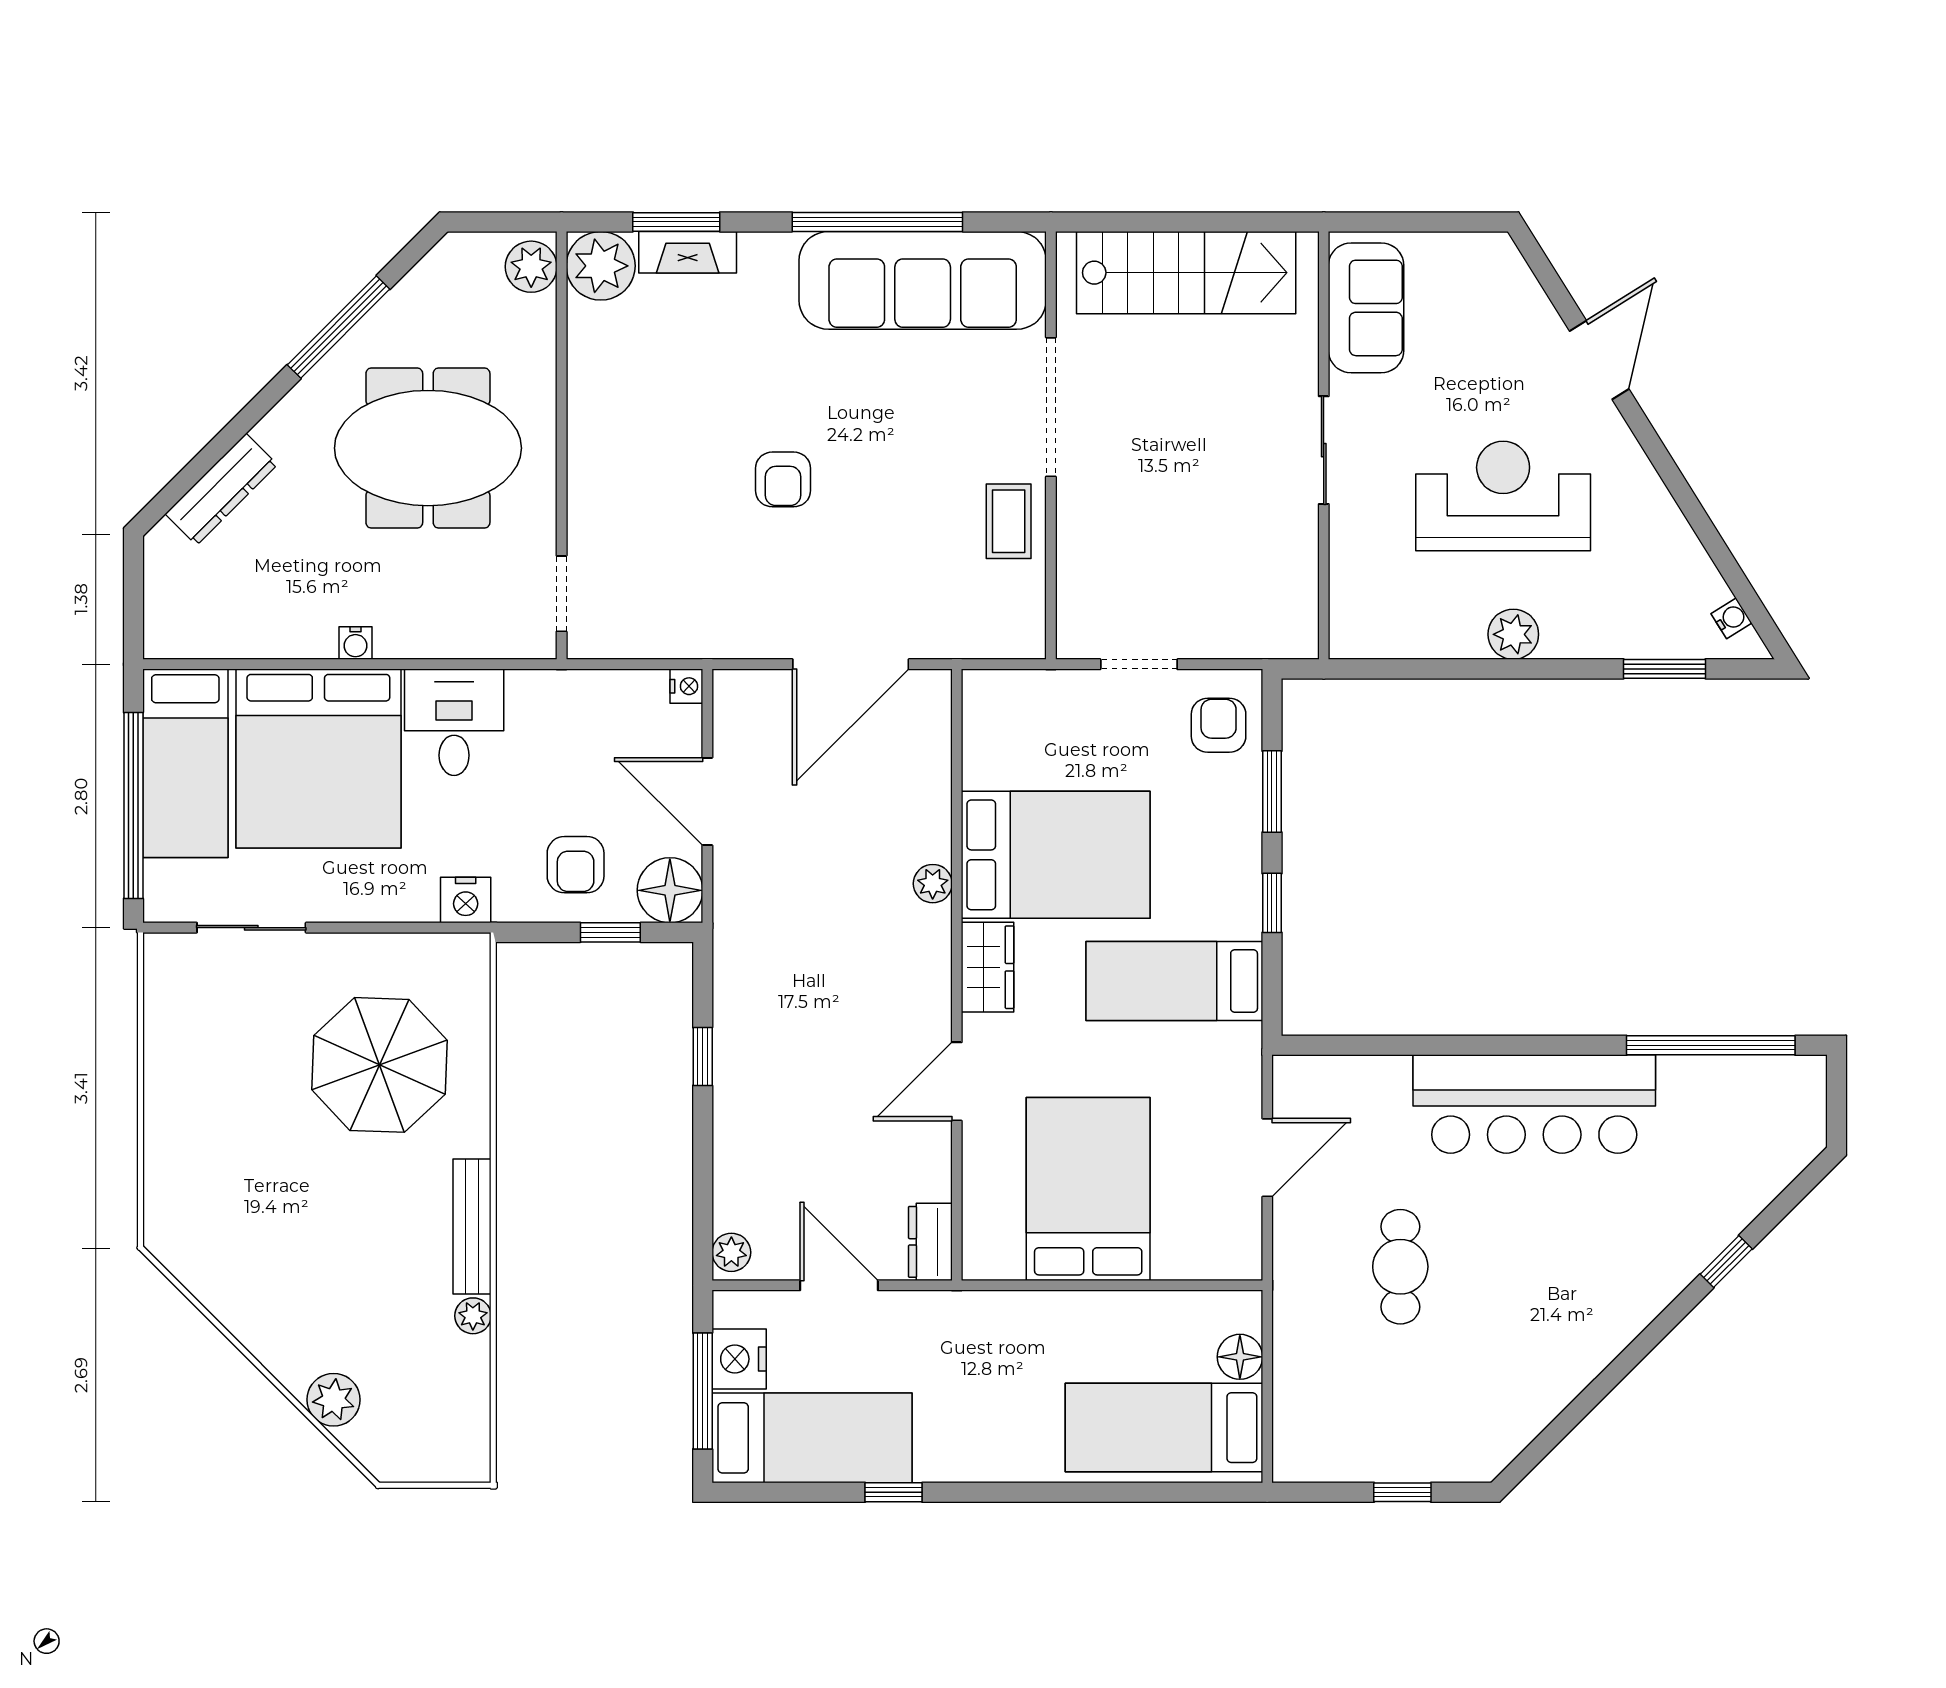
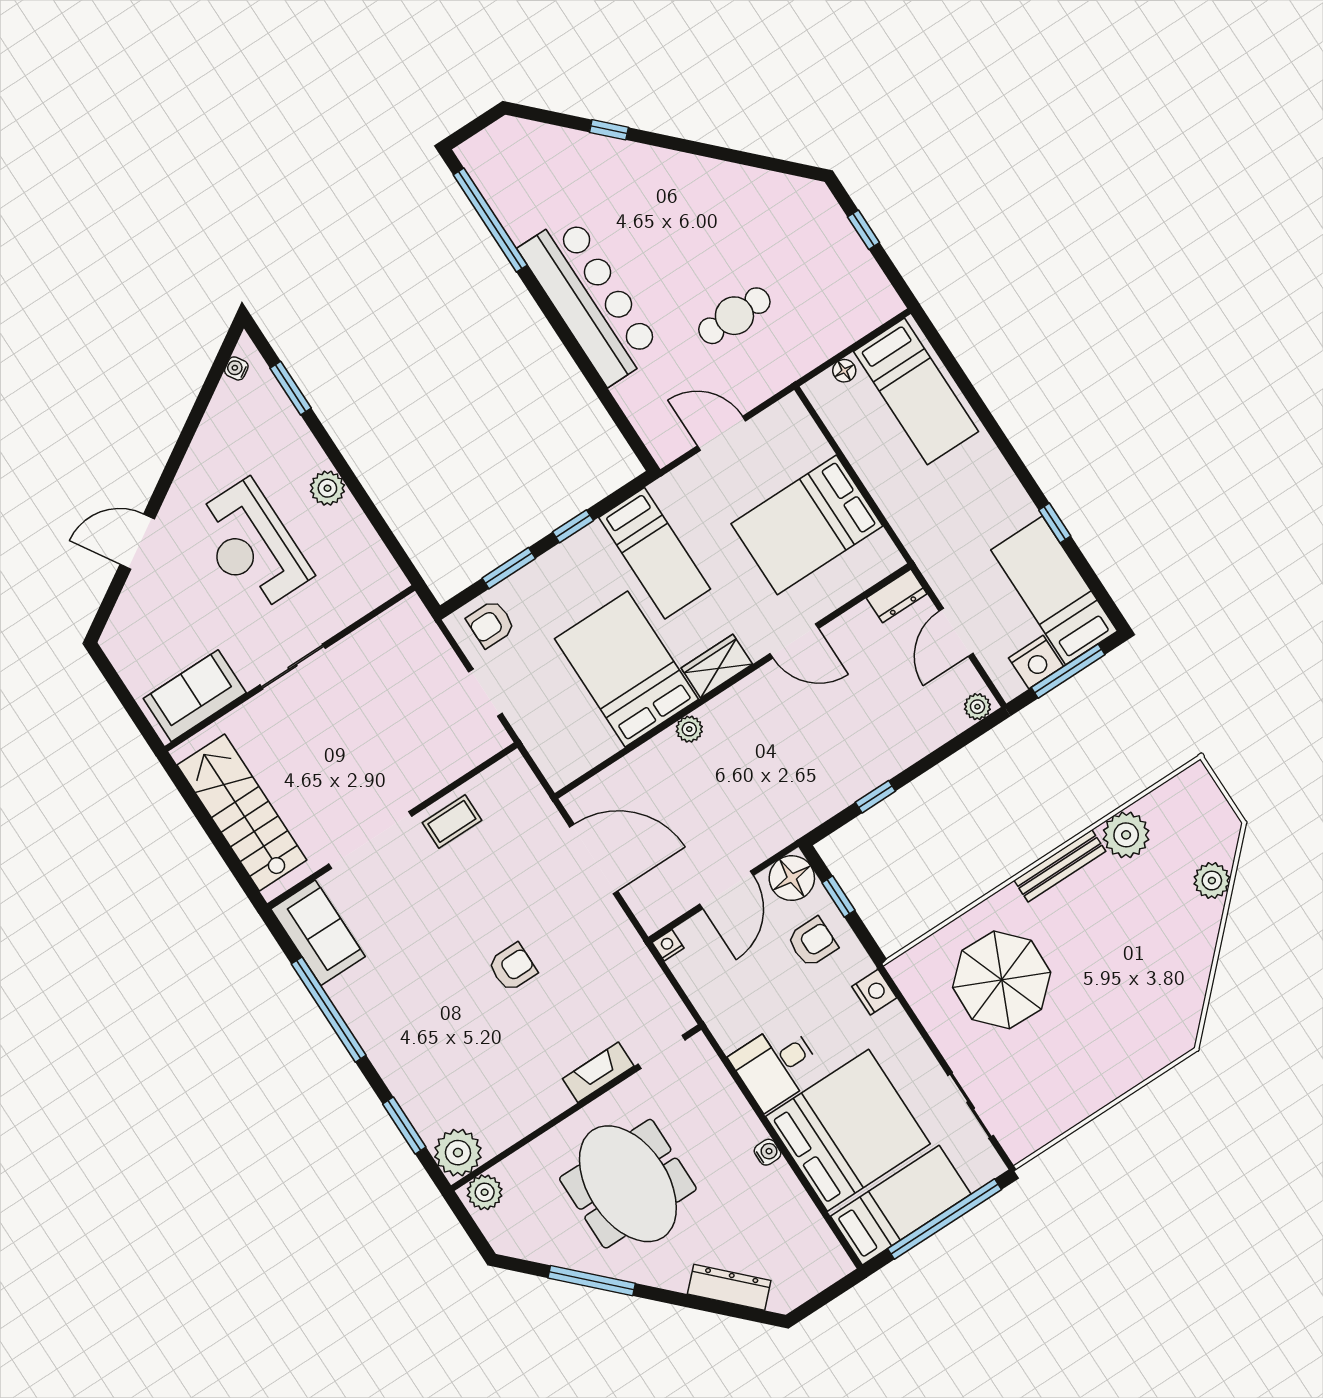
fireplace: (688, 252) -> (598, 1072), moved, turned -90
sofa: (923, 280) -> (318, 933), width x0.54, depth x0.79
plant: (473, 1316) -> (1126, 835), width x1.88, depth x1.88
floor lamp: (1240, 1357) -> (844, 371), width x0.73, depth x0.73

